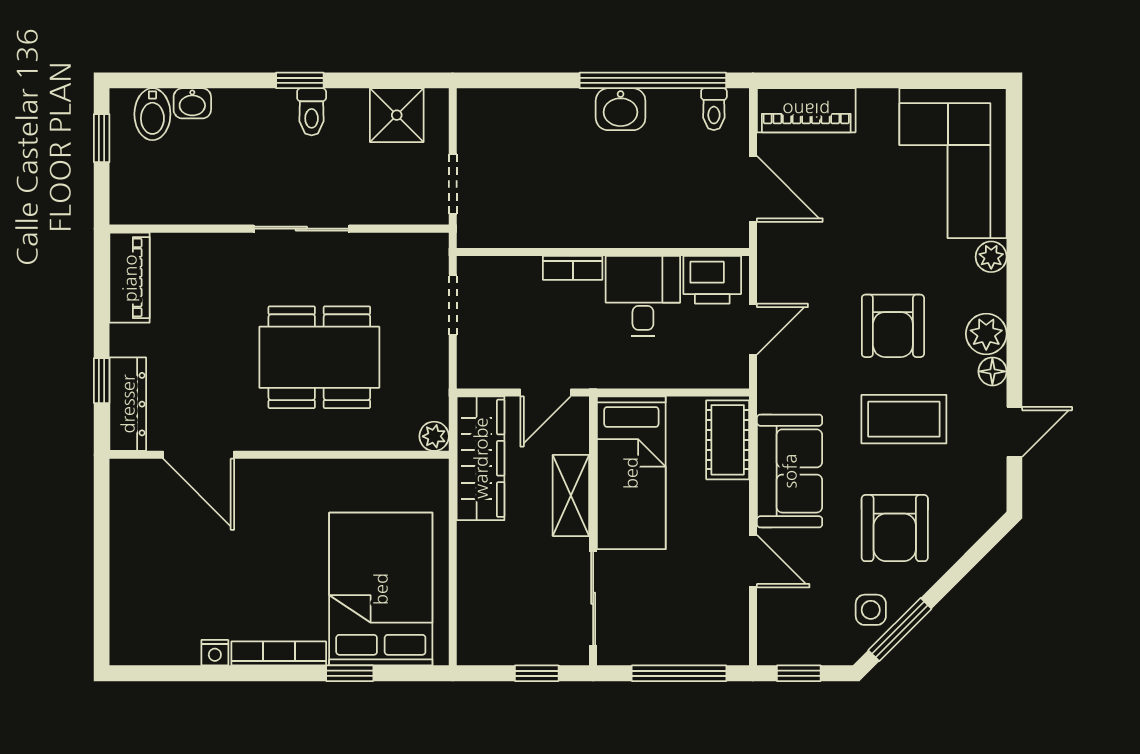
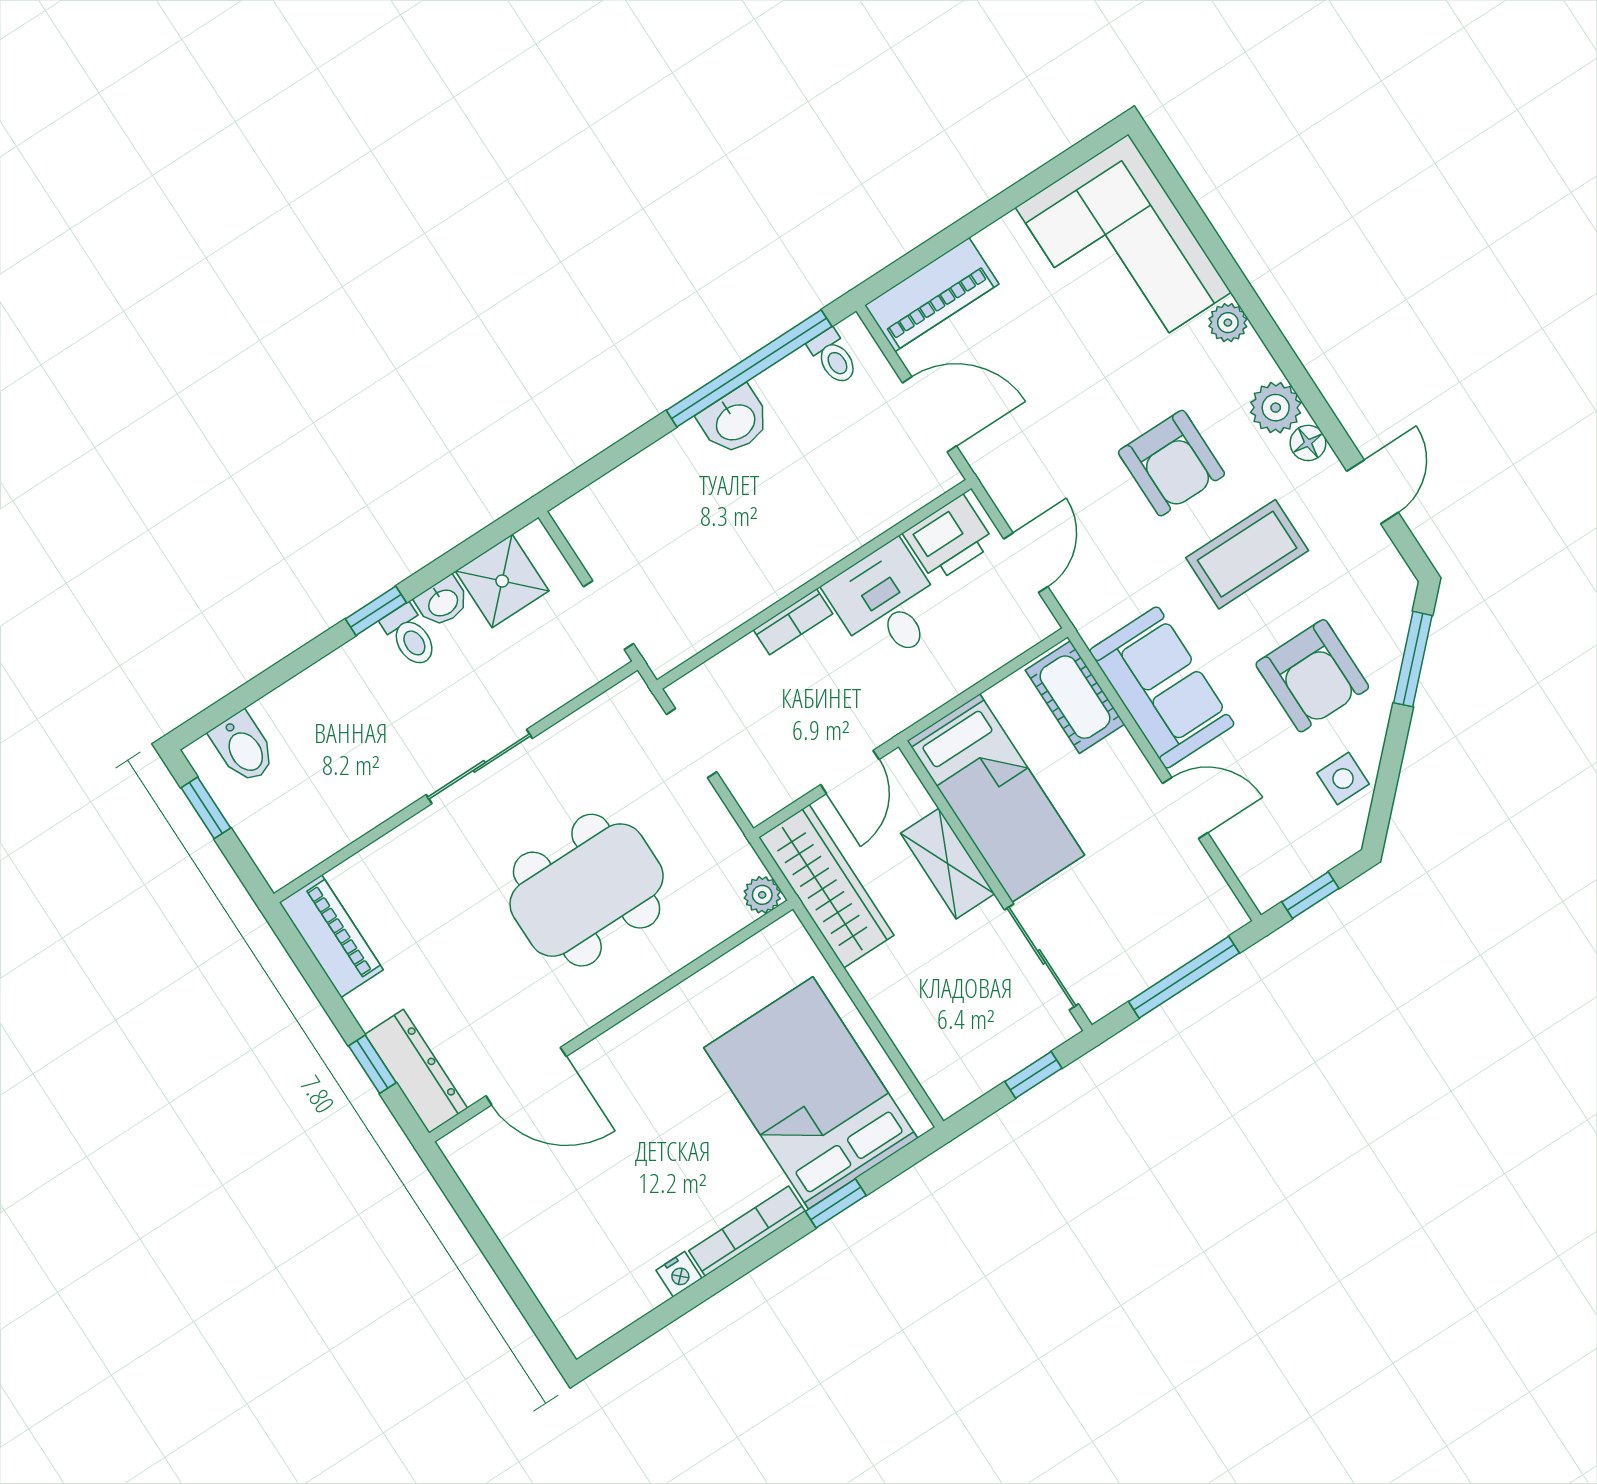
washbasin: (192, 103) -> (442, 602), moved
window: (900, 629) -> (1413, 659), moved

